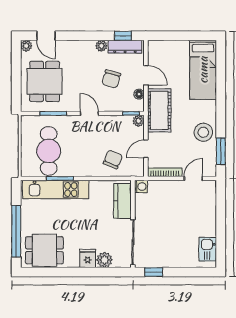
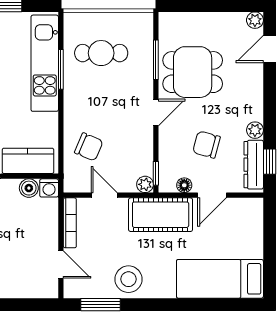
dining table: (45, 81) -> (193, 72), moved
cafe table: (49, 151) -> (101, 53), width x0.73, depth x0.74
boiler: (141, 200) -> (29, 188), added

